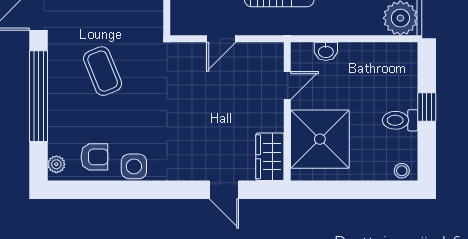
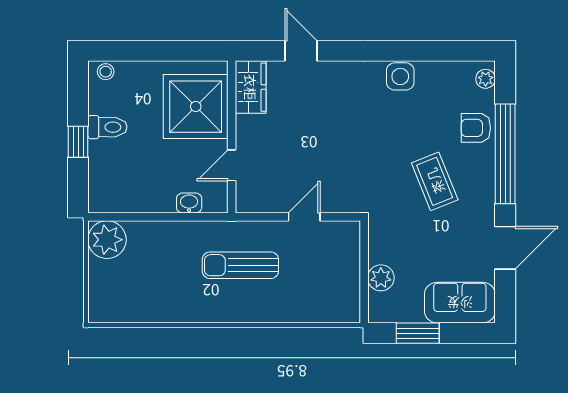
armchair: (94, 157) -> (476, 128), moved

